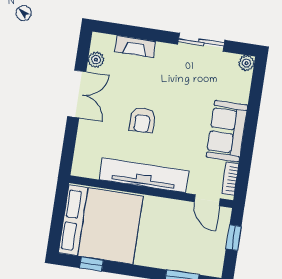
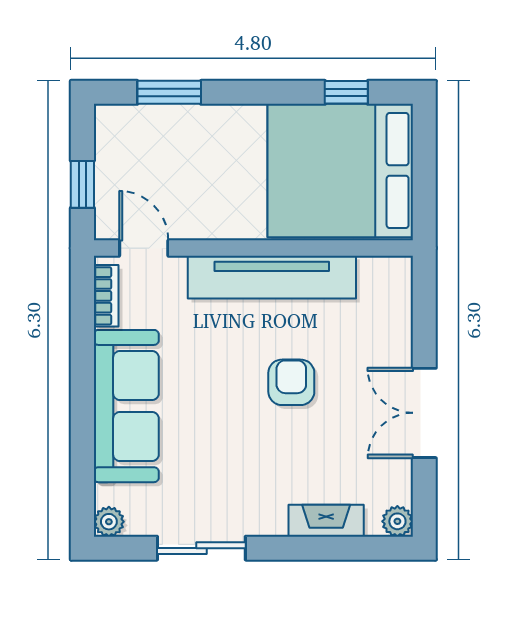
plant: (96, 60) -> (397, 521), moved
sofa: (227, 131) -> (126, 406), width x1.36

